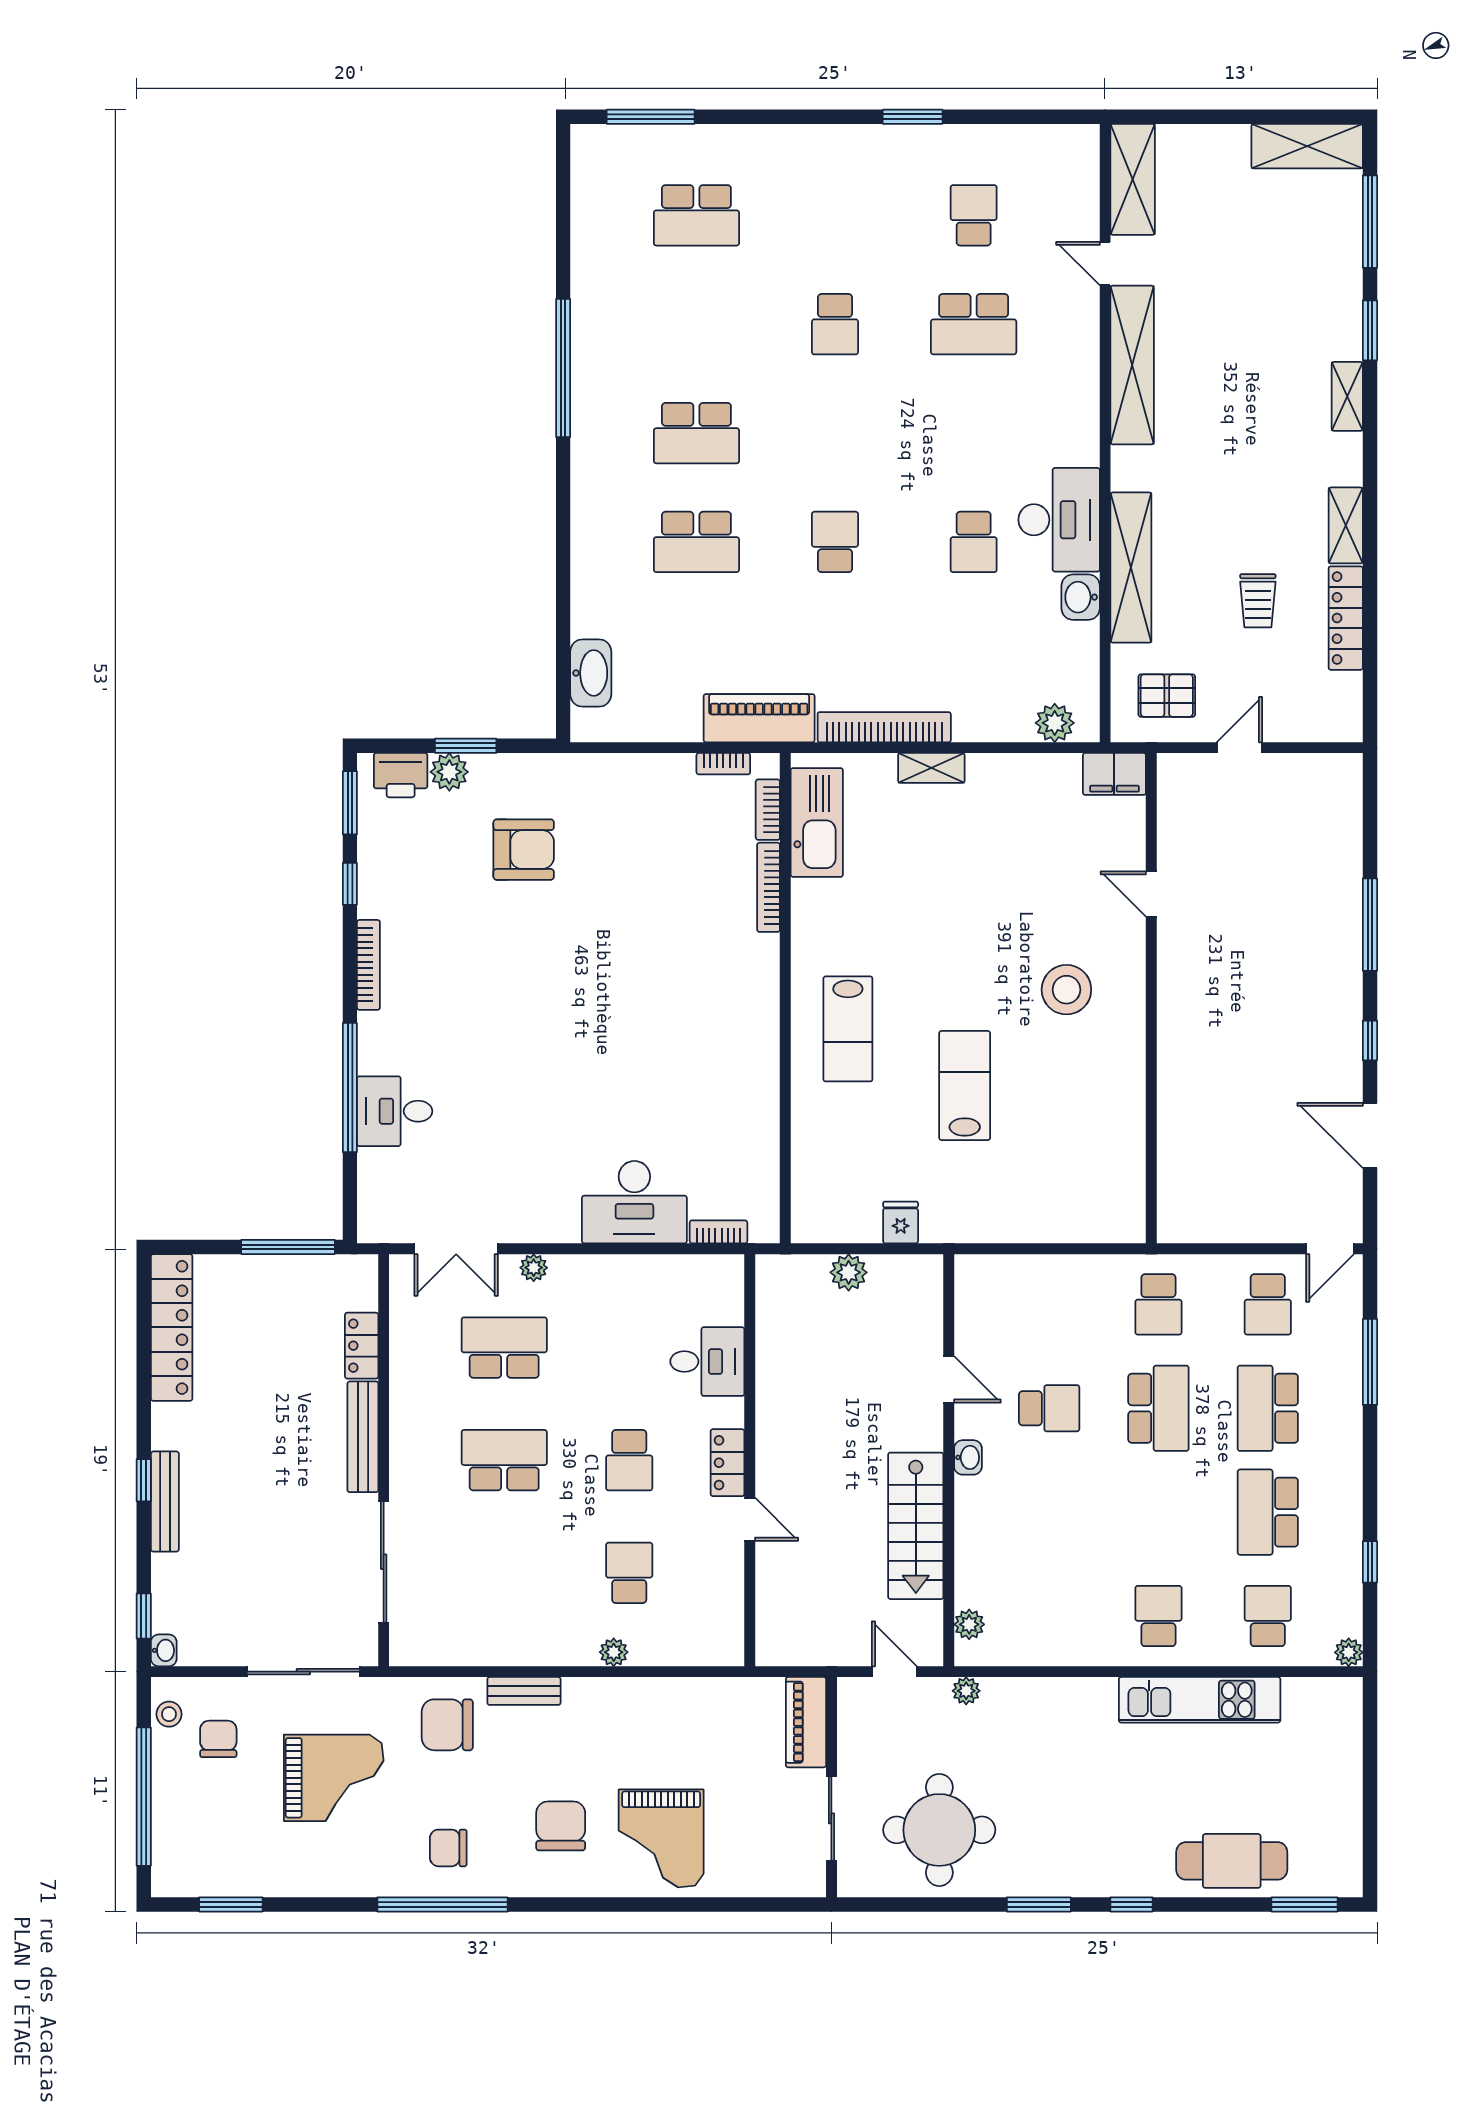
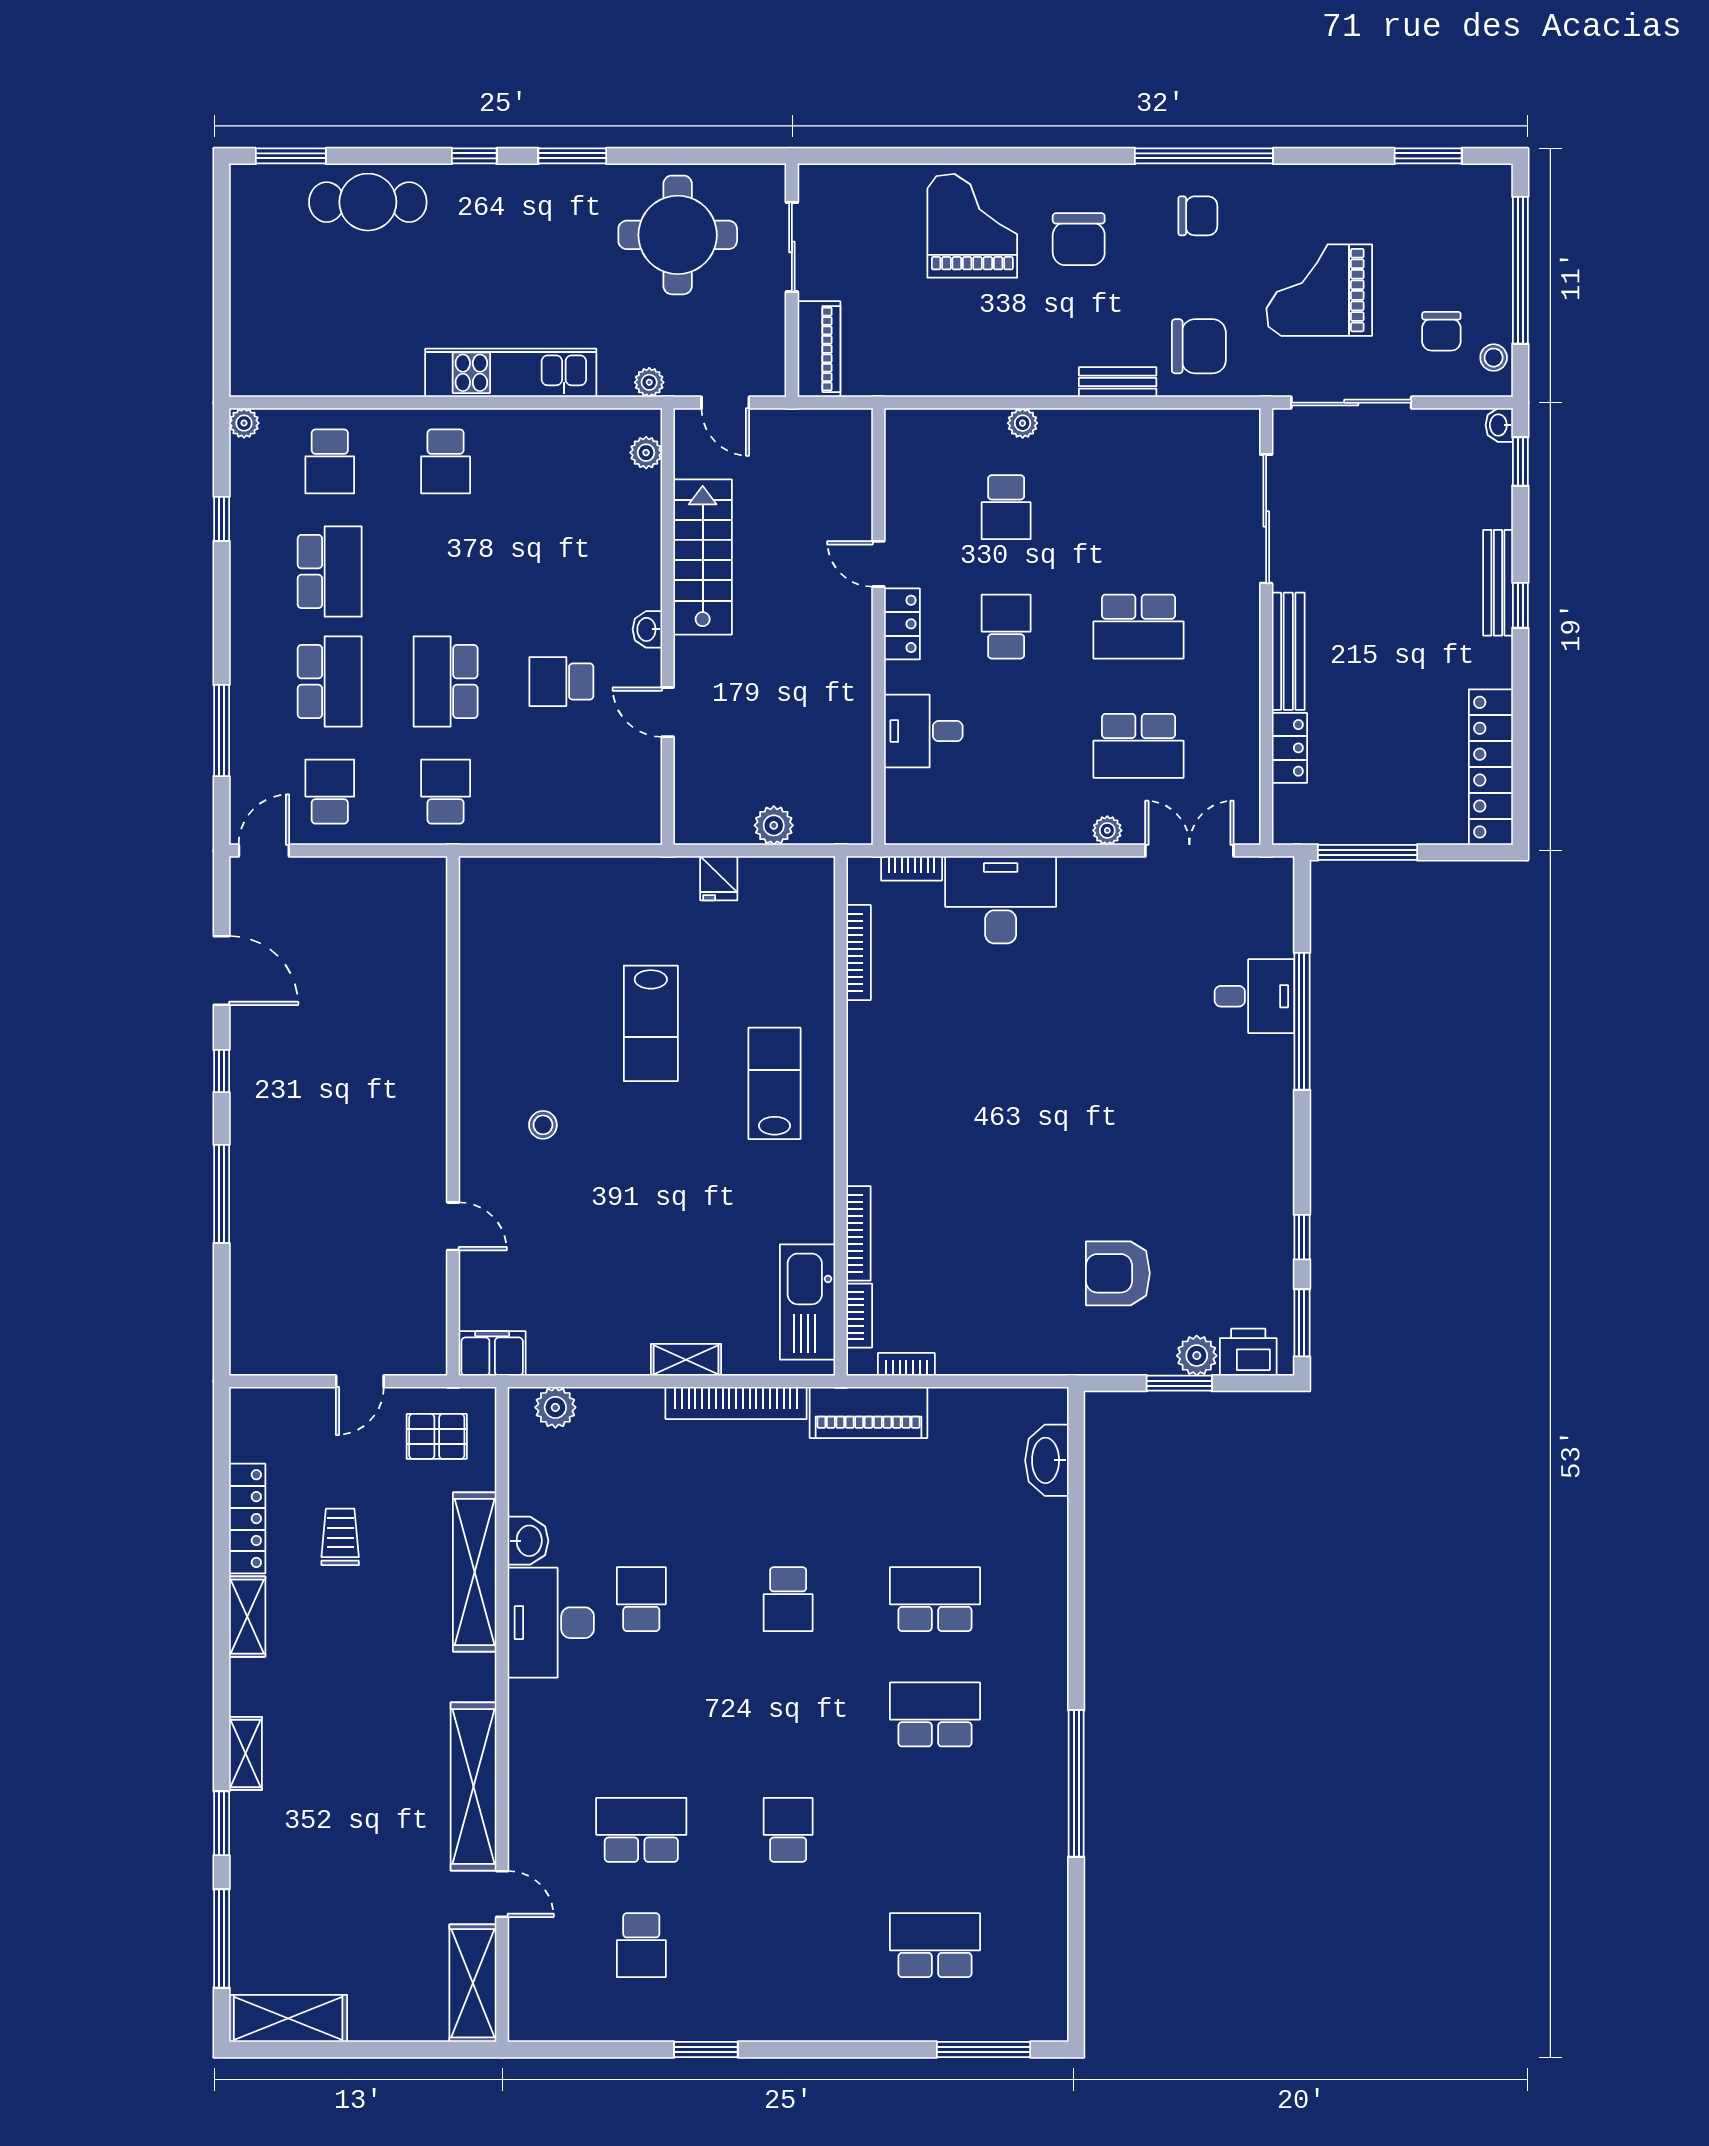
bookcase: (368, 965) -> (859, 953), moved, turned 180
stool: (1066, 990) -> (543, 1125), width x0.53, depth x0.53
kitchen unit: (1200, 1700) -> (511, 373), moved

